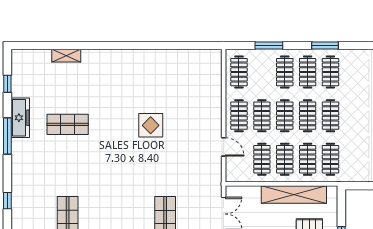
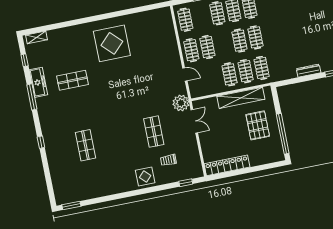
shelving: (66, 56) -> (37, 37), moved
clothes rail: (285, 116) -> (223, 44), removed
display table: (151, 125) -> (112, 43), moved, width x1.86, depth x1.86
clothes rail: (262, 159) -> (213, 78), removed
plant: (210, 185) -> (181, 103), added

